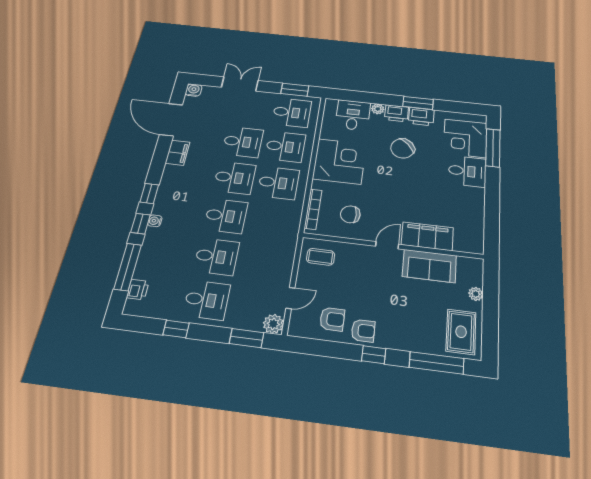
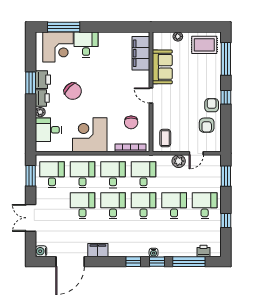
desk: (271, 221) -> (144, 175), added
filing cabinet: (427, 236) -> (141, 53), moved
door: (290, 298) -> (196, 153), swing flipped
armchair: (332, 319) -> (207, 125), turned 180
plant: (273, 324) -> (179, 161), moved

